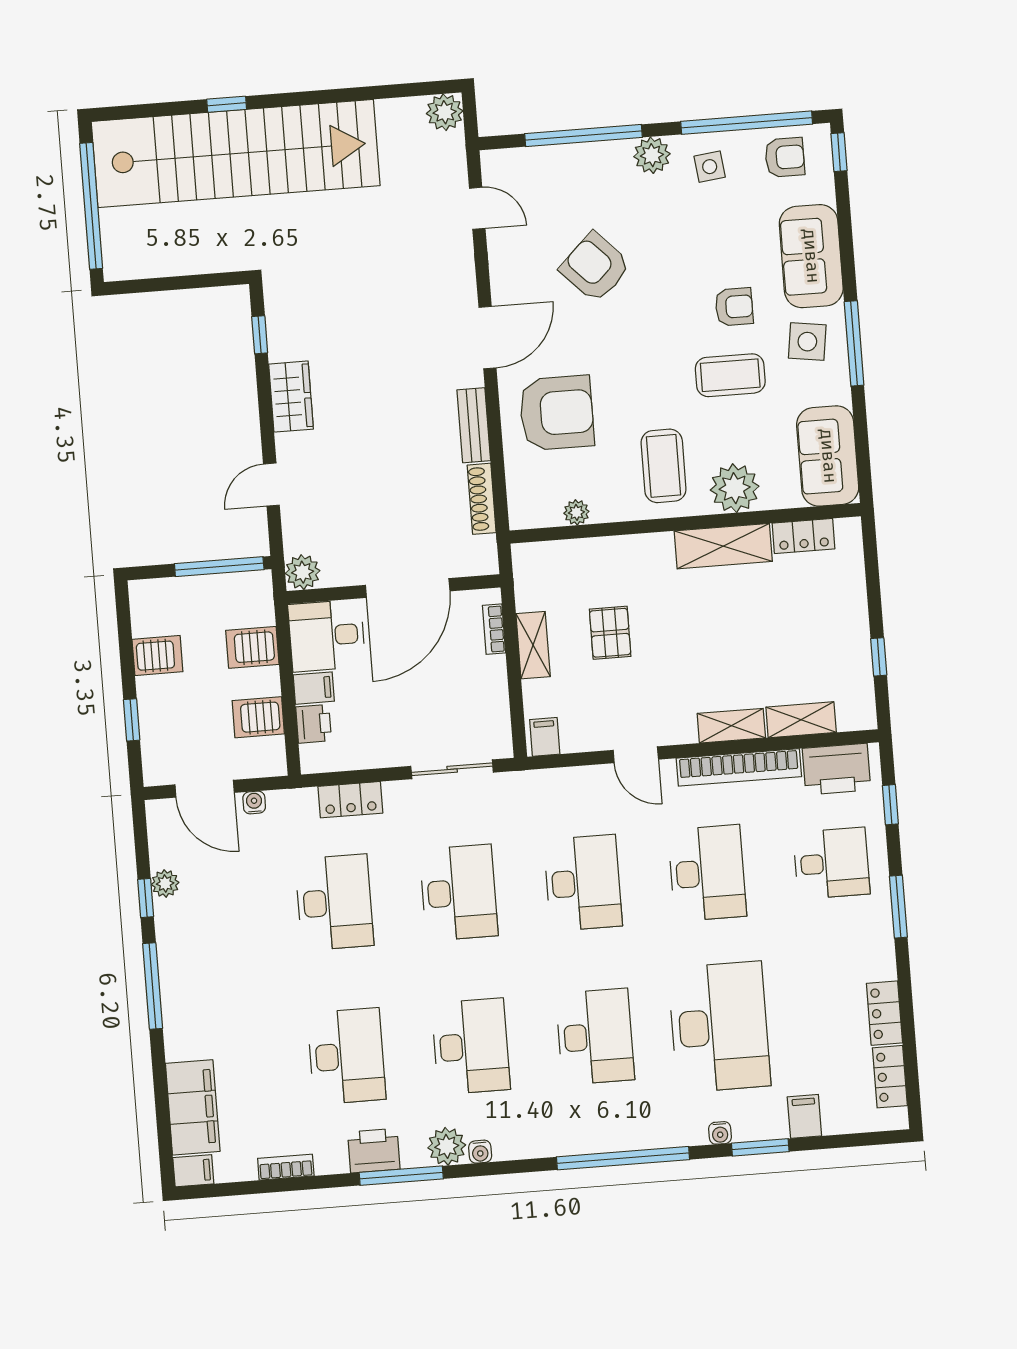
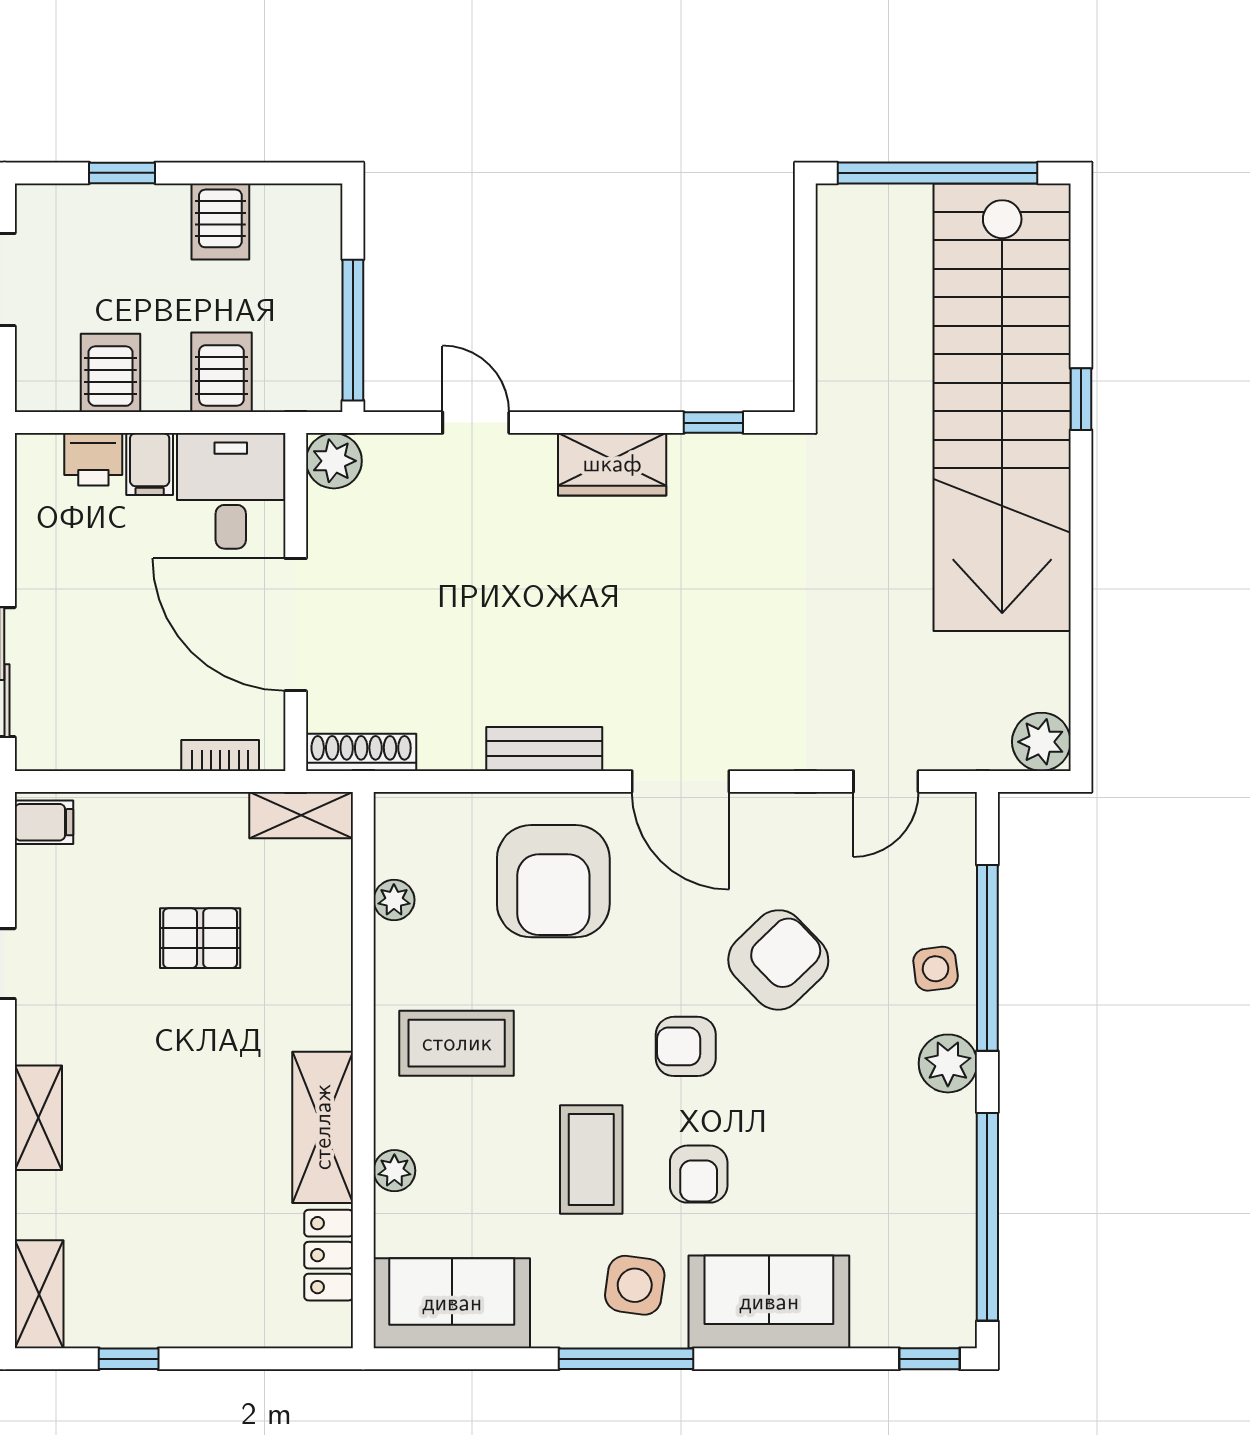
armchair: (785, 157) -> (686, 1046), moved, turned 90
side table: (710, 167) -> (936, 969), moved
plant: (735, 488) -> (394, 1171), width x0.53, depth x0.53
shoe rack: (482, 499) -> (361, 752), moved
shelving: (533, 645) -> (301, 815), moved
shelving: (801, 720) -> (39, 1294), moved

